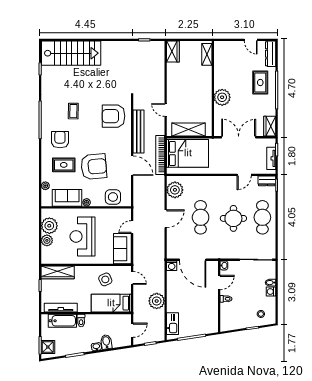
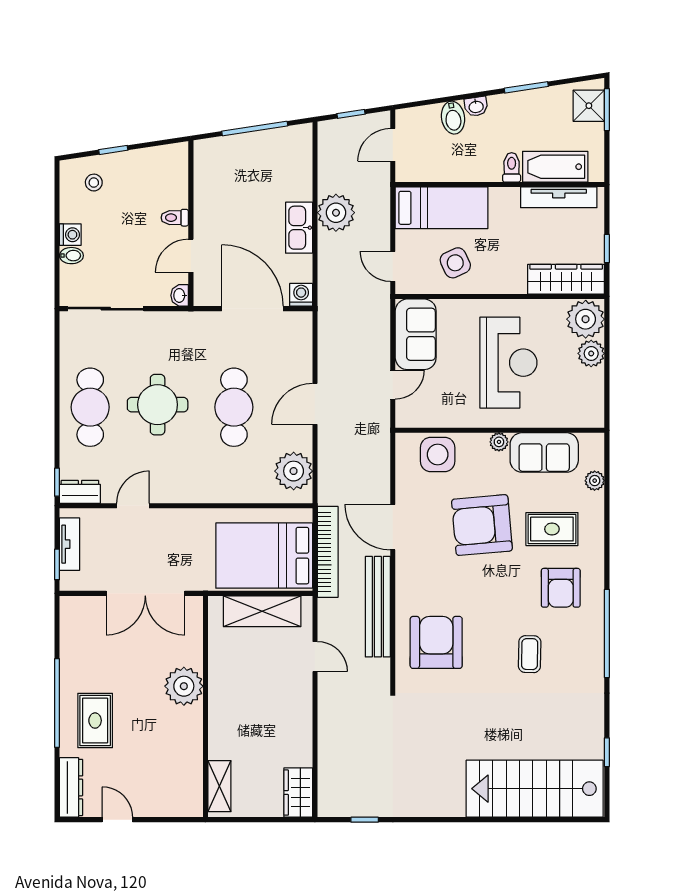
armchair: (114, 116) -> (436, 642), turned -90
wardrobe: (270, 126) -> (73, 619), removed
plant: (49, 226) -> (586, 319), moved
kitchen sink: (173, 324) -> (299, 228), moved

